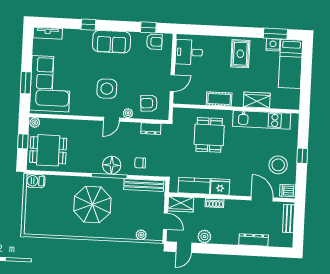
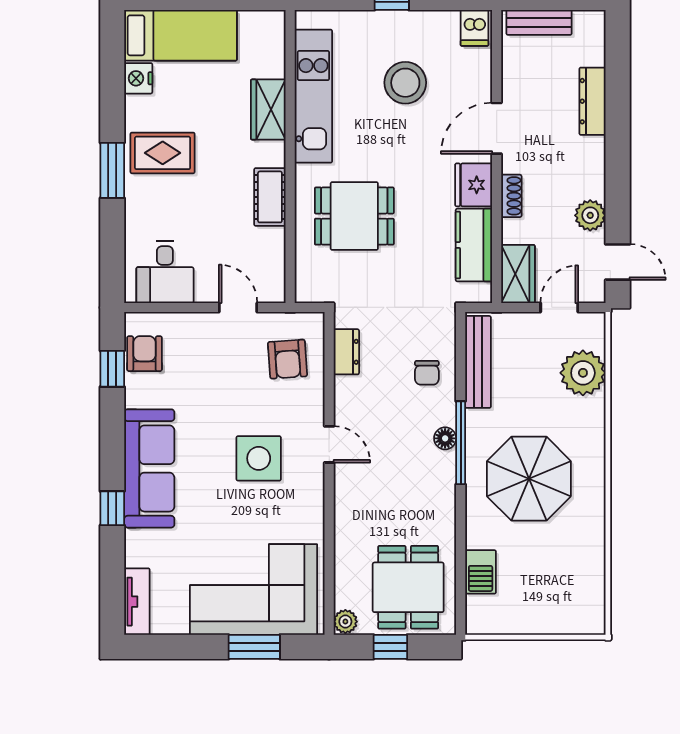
window: (275, 34) -> (112, 170), moved
sofa: (112, 42) -> (149, 468), width x1.36
plant: (128, 113) -> (313, 407), removed
floor lamp: (112, 165) -> (445, 438), width x0.53, depth x0.53
stool: (278, 165) -> (405, 83), moved
barbecue: (35, 181) -> (481, 572), moved
door: (262, 199) -> (497, 128), moved
plant: (141, 235) -> (583, 373), width x1.87, depth x1.87

